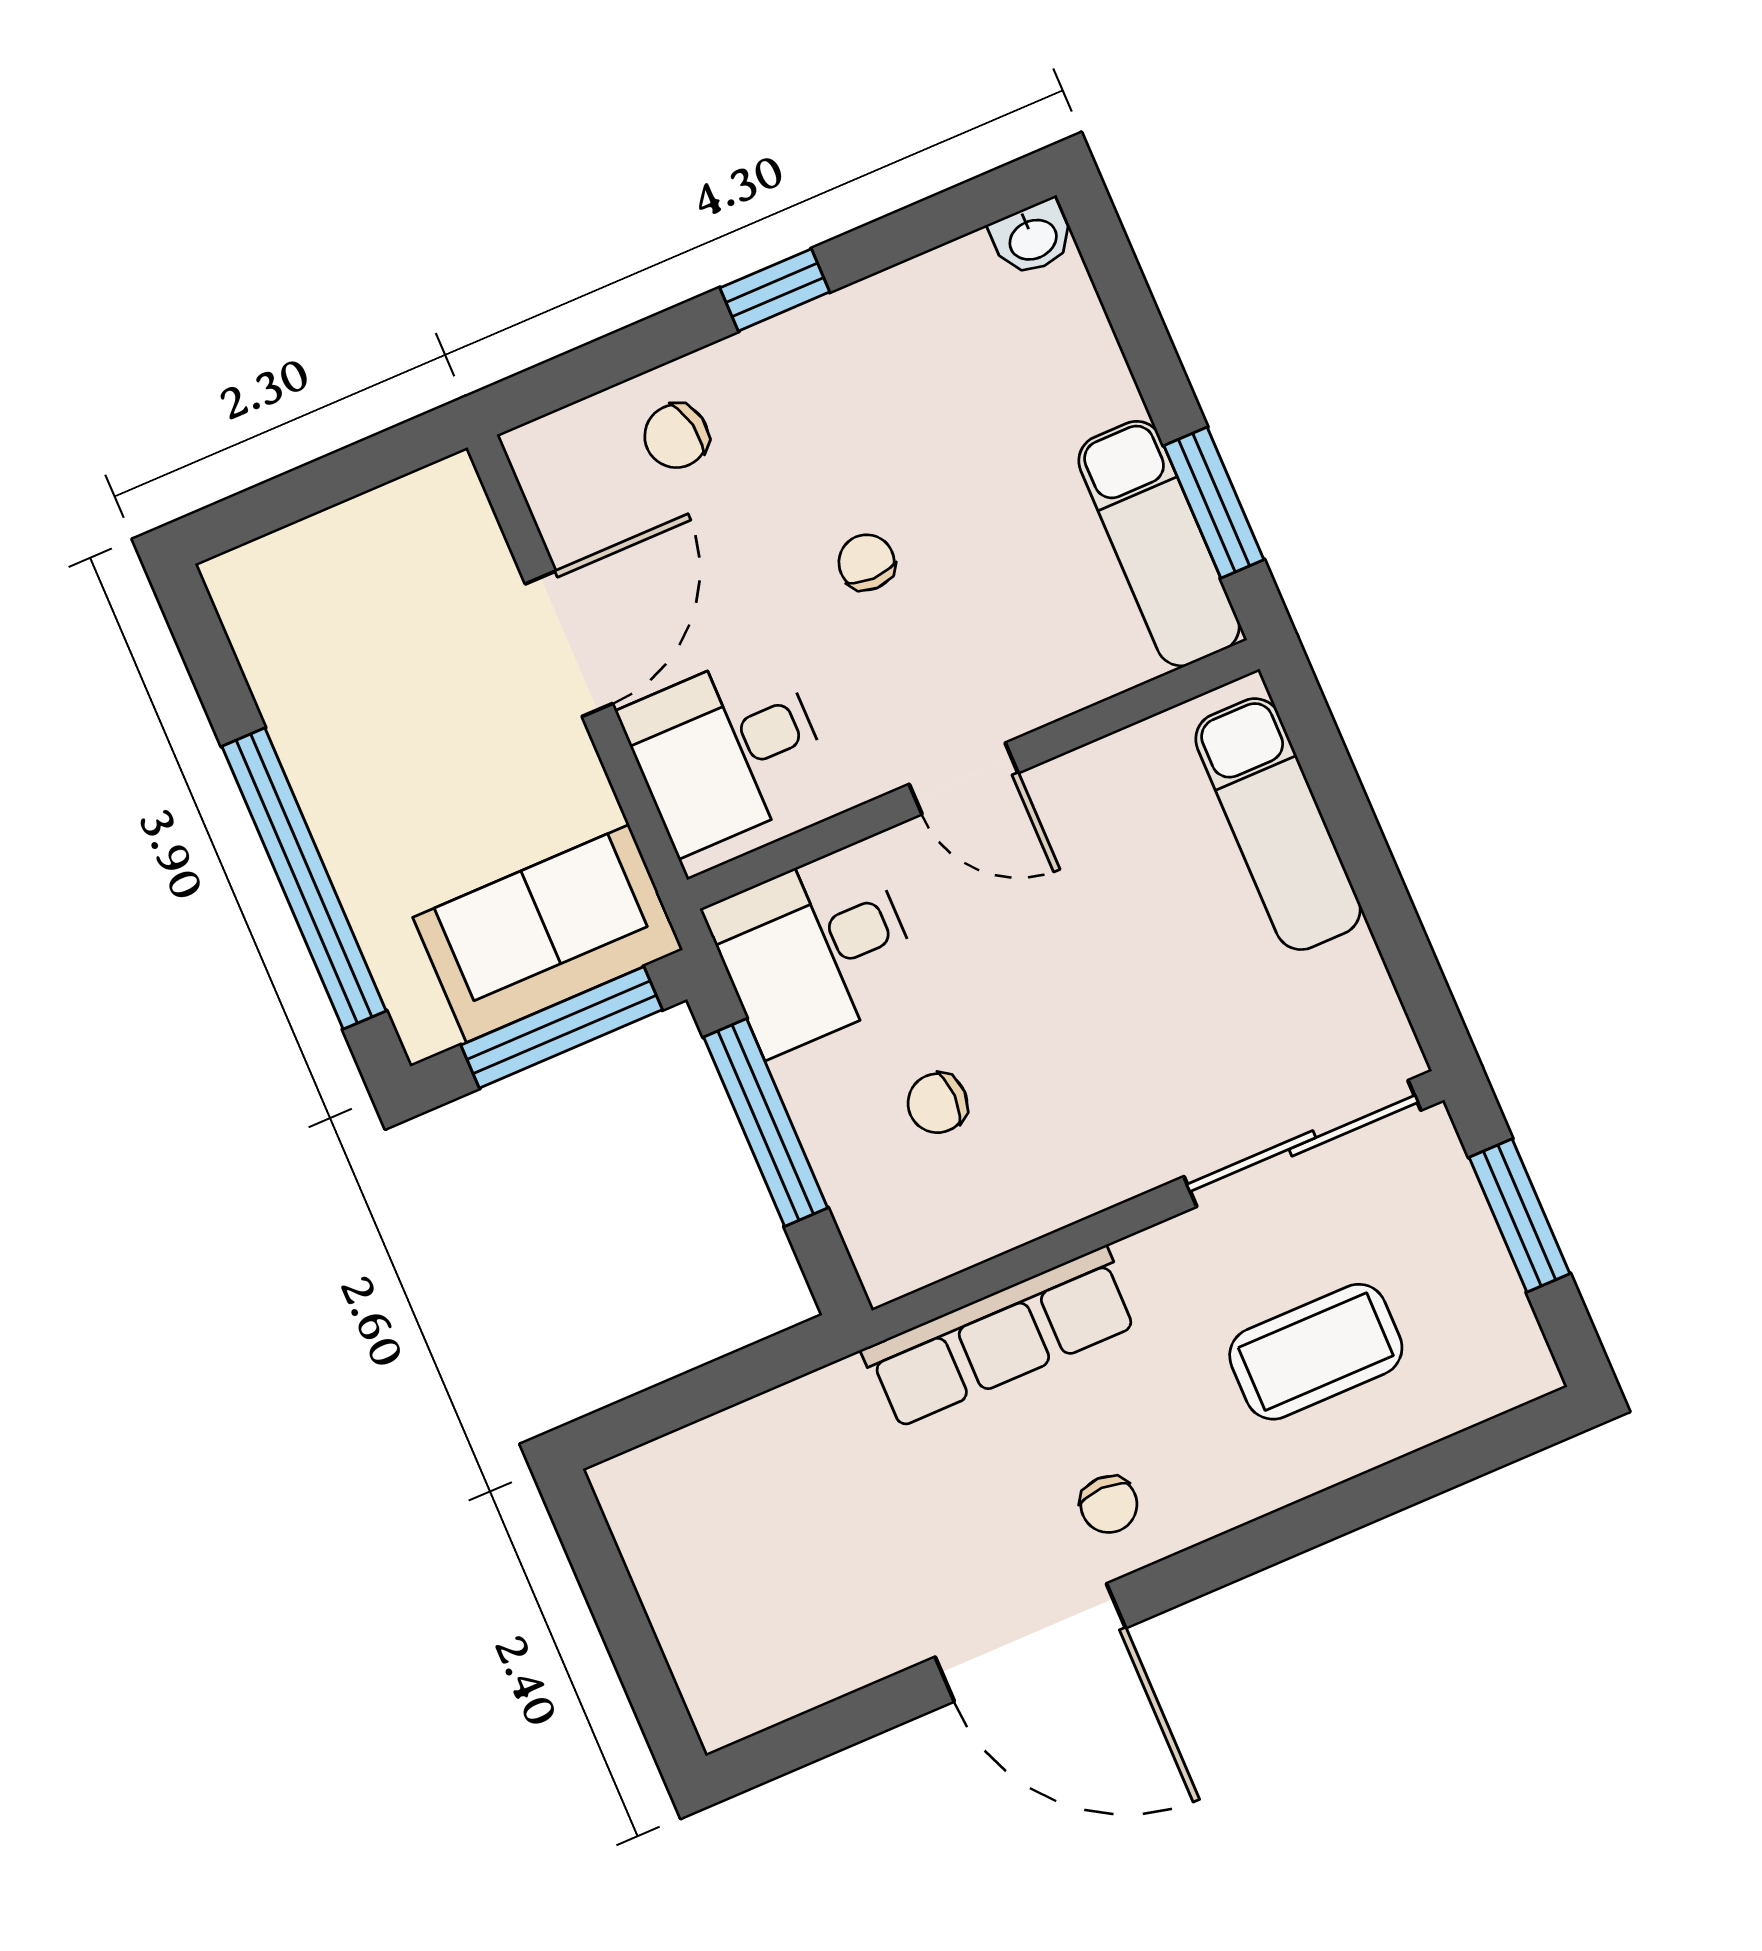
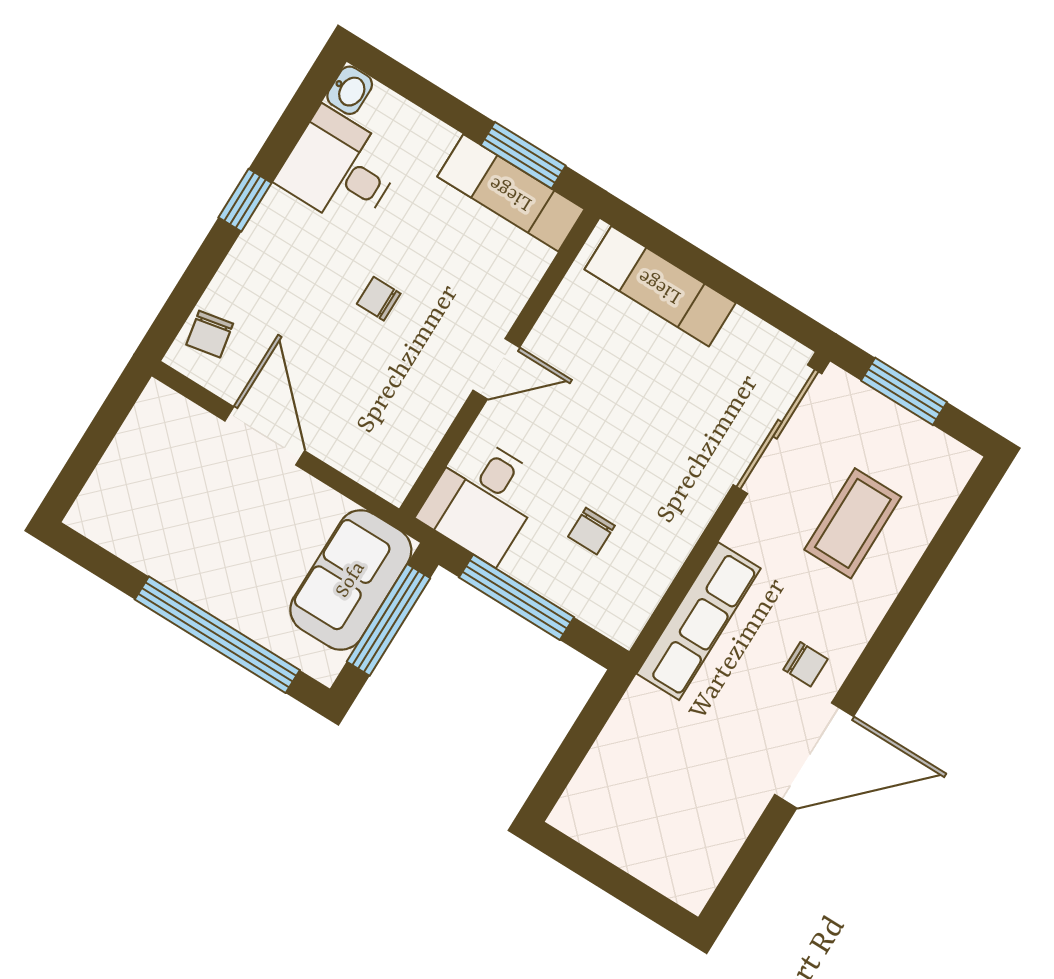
chair: (676, 436) -> (210, 334), moved
desk: (727, 751) -> (340, 169), moved, turned 90

